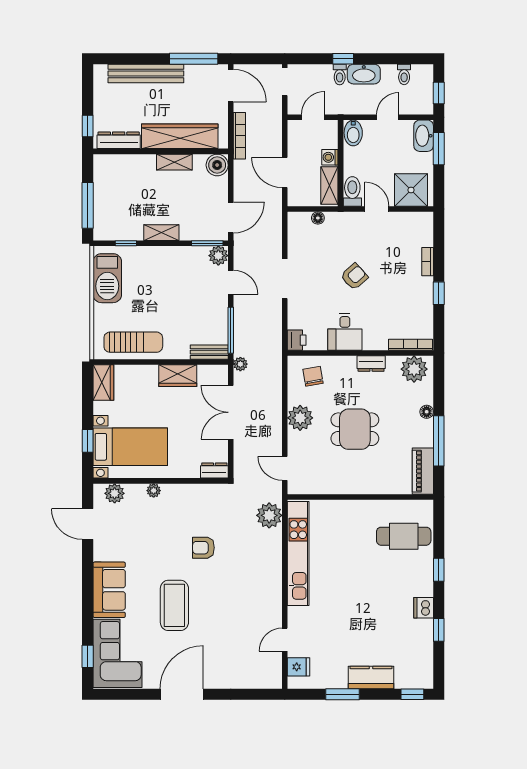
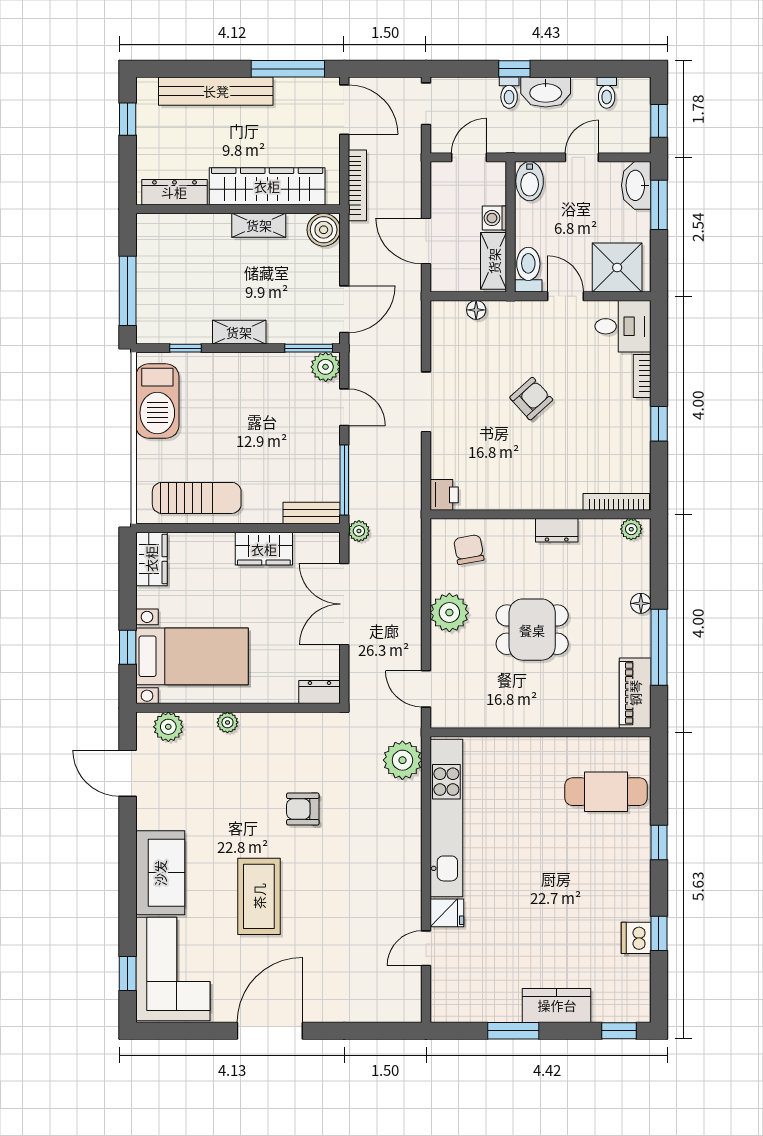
window: (88, 126) -> (128, 119), moved
desk: (345, 332) -> (623, 326), moved, turned -90
plant: (414, 369) -> (631, 529), width x0.53, depth x0.53
dishwasher: (424, 608) -> (636, 938), moved
fridge: (298, 667) -> (447, 913), moved

